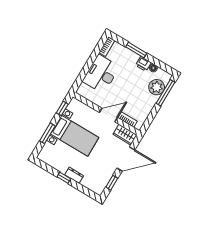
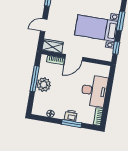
printer: (143, 64) -> (71, 116), moved
plant: (157, 87) -> (44, 85), moved
window: (166, 93) -> (35, 79), moved
door: (126, 159) -> (44, 25), width x0.53

